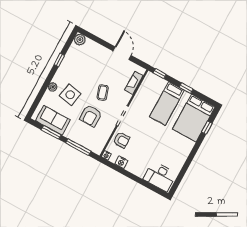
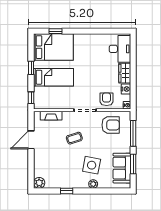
armchair: (91, 116) -> (111, 125), moved
wardrobe: (136, 169) -> (125, 73), added

